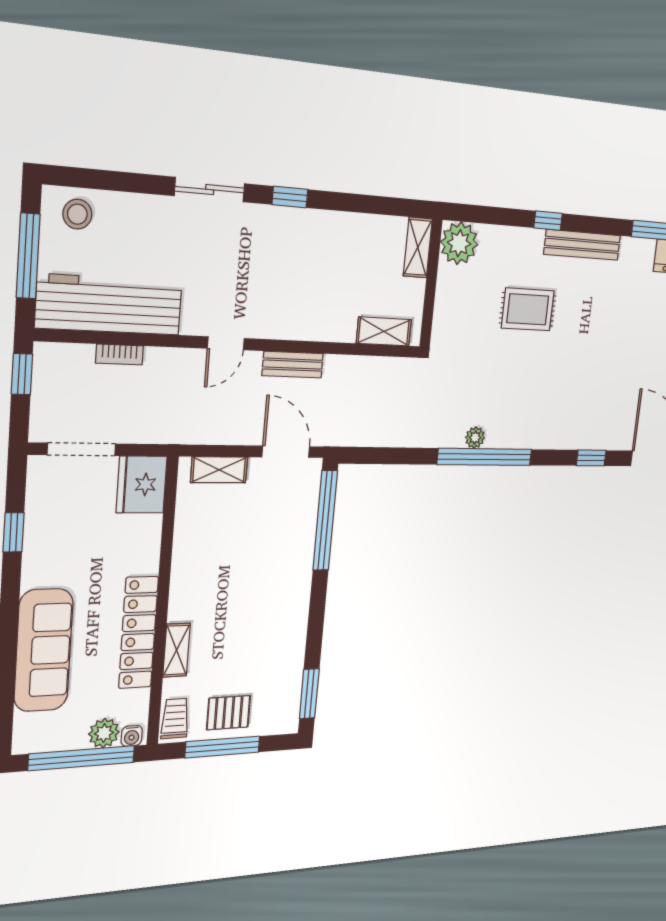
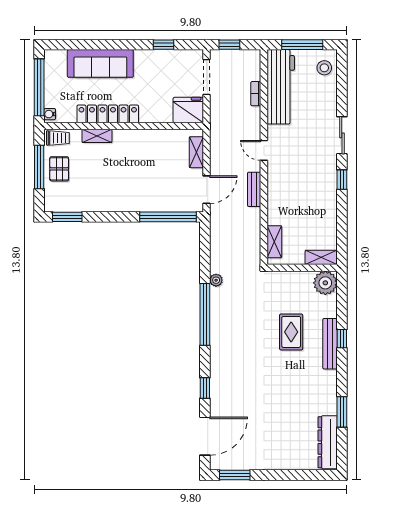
bench: (582, 245) -> (330, 344), moved
window: (22, 374) -> (229, 45), moved
plant: (475, 438) -> (216, 280), moved
plant: (104, 733) -> (52, 99), removed

